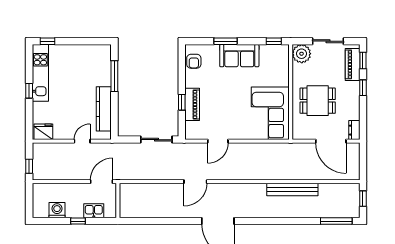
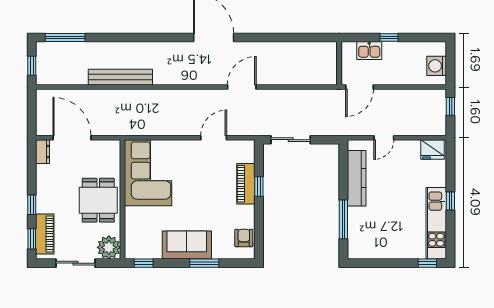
dining table: (318, 101) -> (98, 200), moved, turned 90
washing machine: (57, 210) -> (437, 66), moved, turned 90

